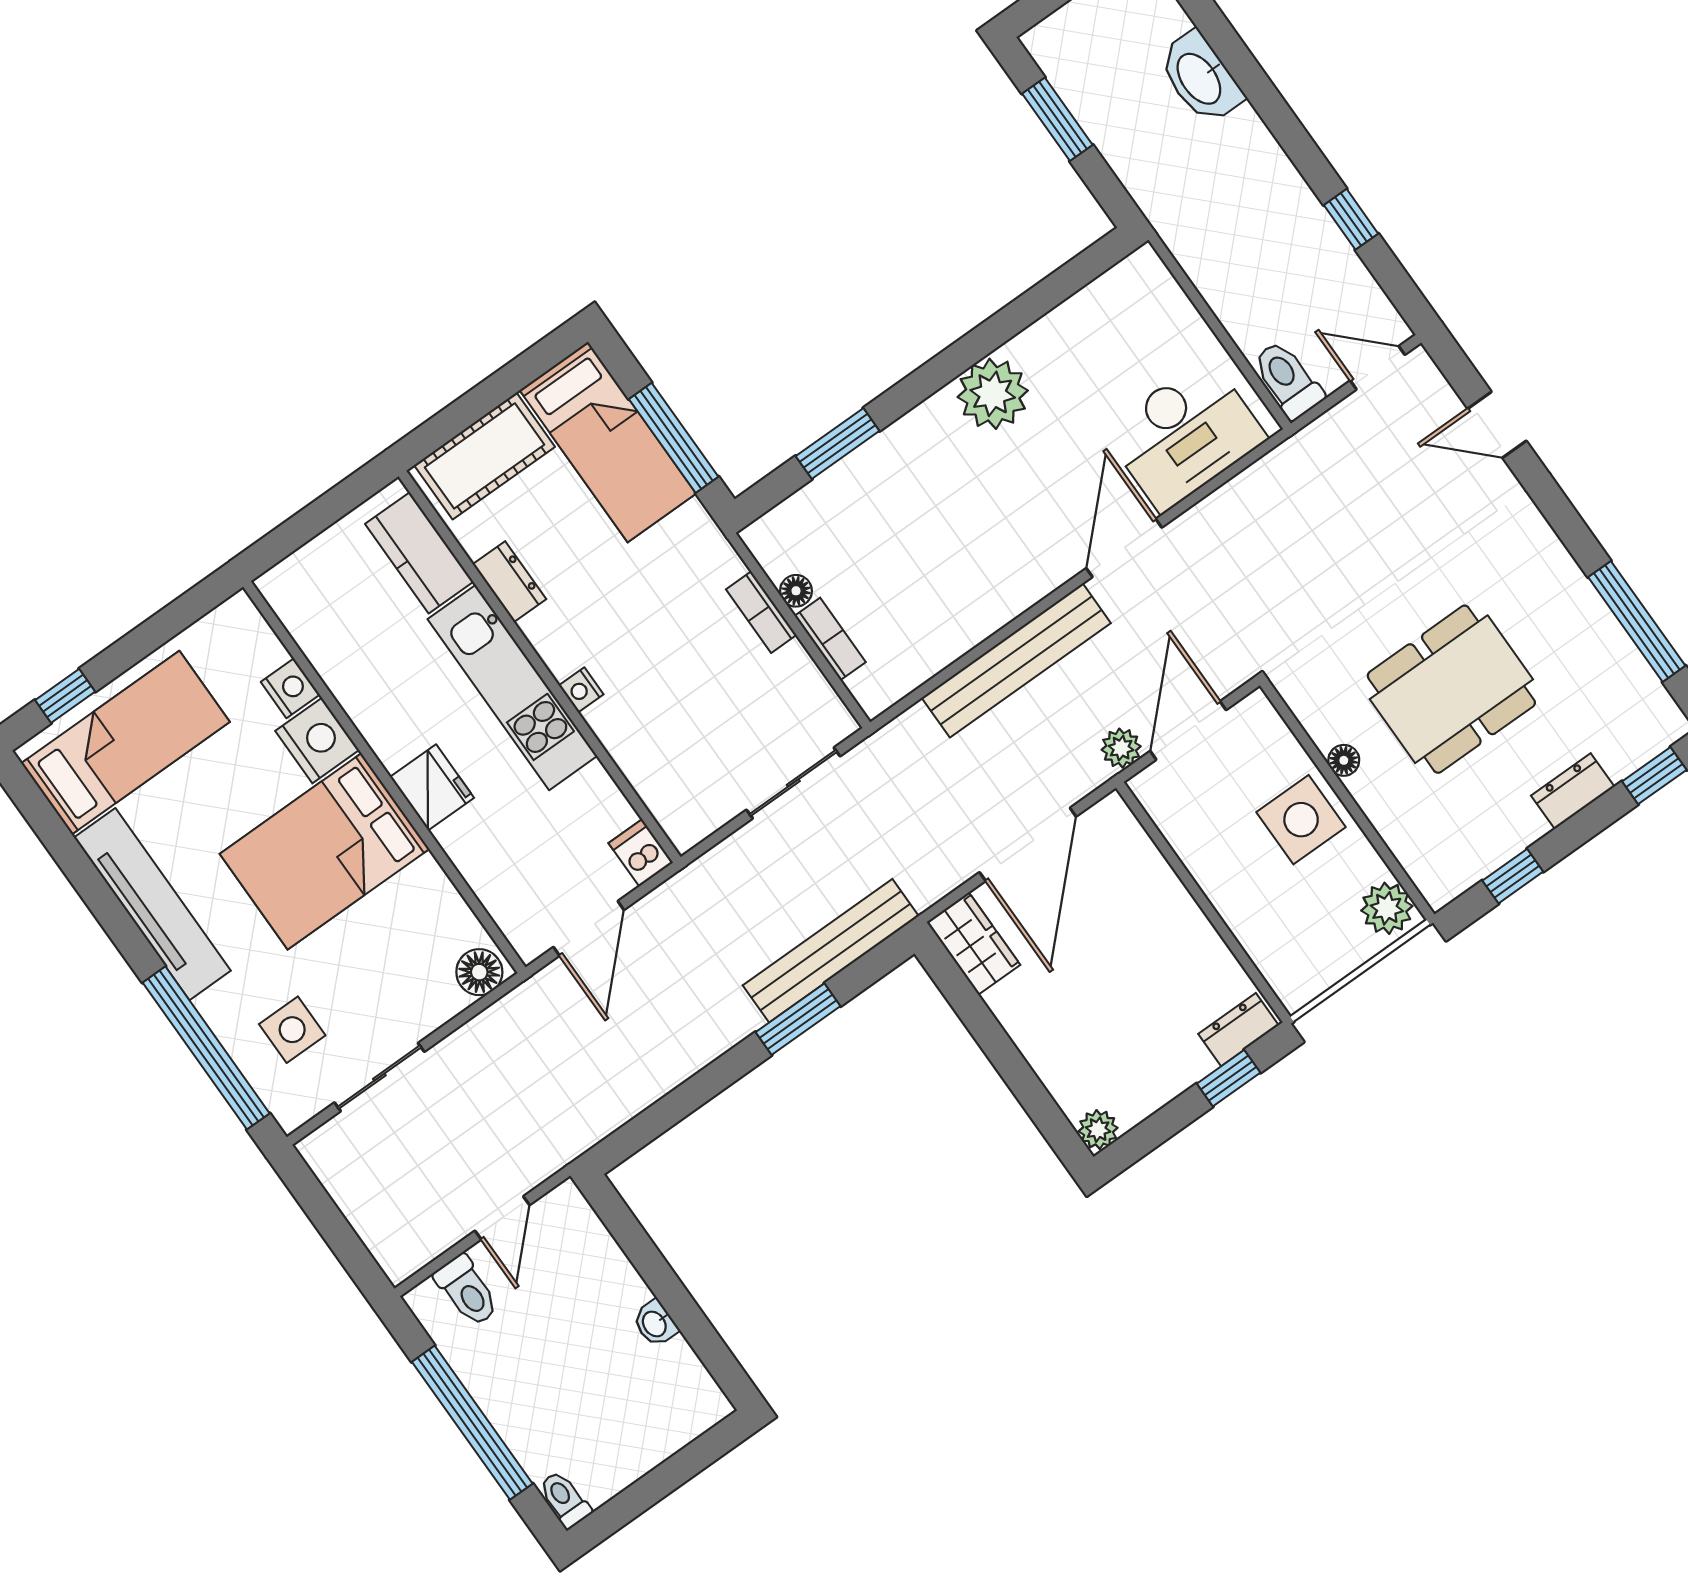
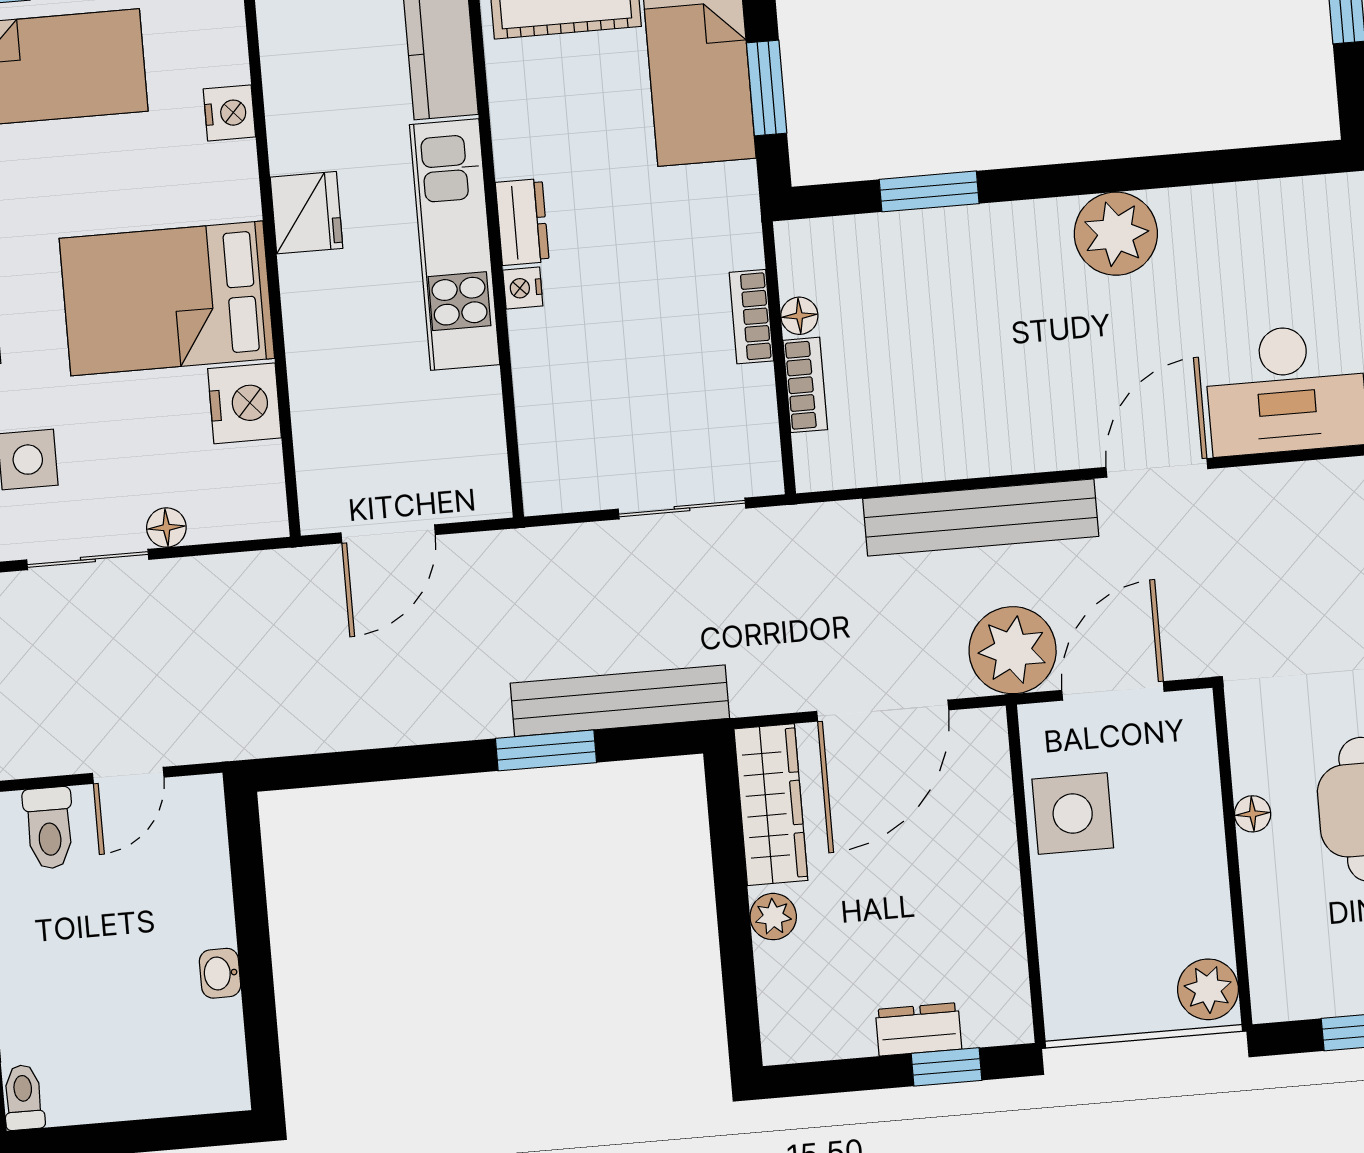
window: (674, 438) -> (767, 88), width x0.69
dresser: (509, 582) -> (522, 222), moved
nightstand: (317, 740) -> (244, 403), moved
plant: (1121, 748) -> (1013, 650), width x1.87, depth x1.87
fridge: (432, 787) -> (306, 213), moved
side table: (1301, 820) -> (1073, 813), moved
dishwasher: (641, 853) -> (486, 488), removed
wardrobe: (973, 944) -> (771, 805), width x1.50
floor lamp: (479, 972) -> (166, 528), moved, width x0.73, depth x0.73
dresser: (1239, 1030) -> (918, 1029), moved
plant: (1098, 1130) -> (773, 917), moved

